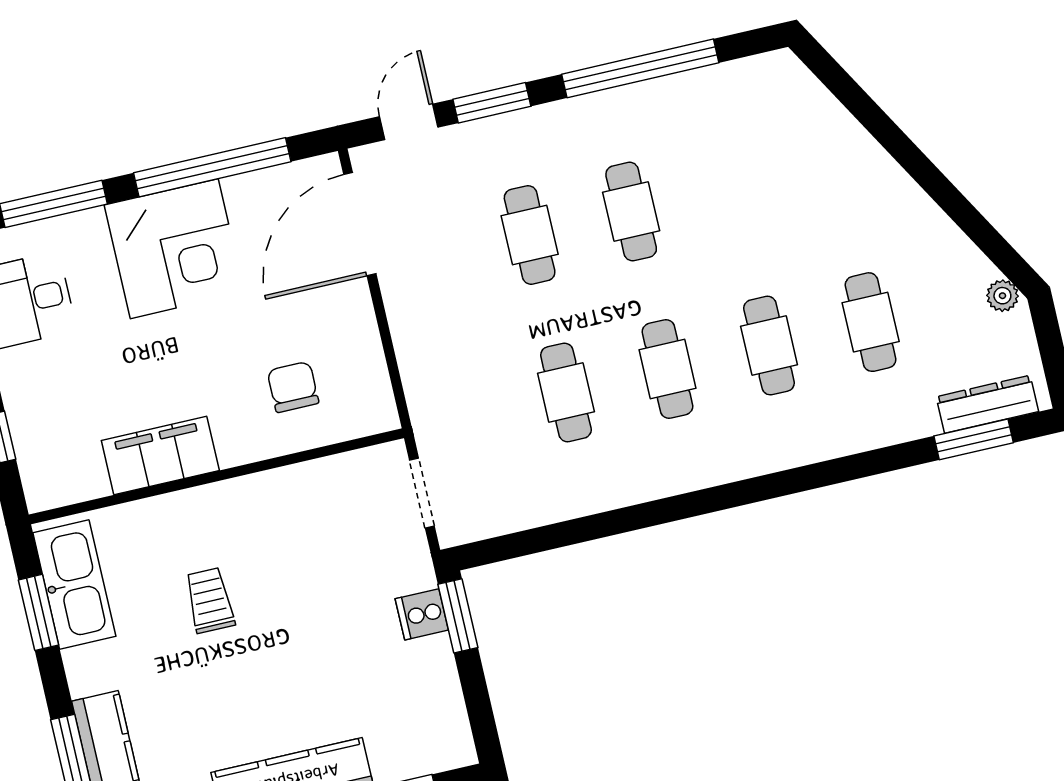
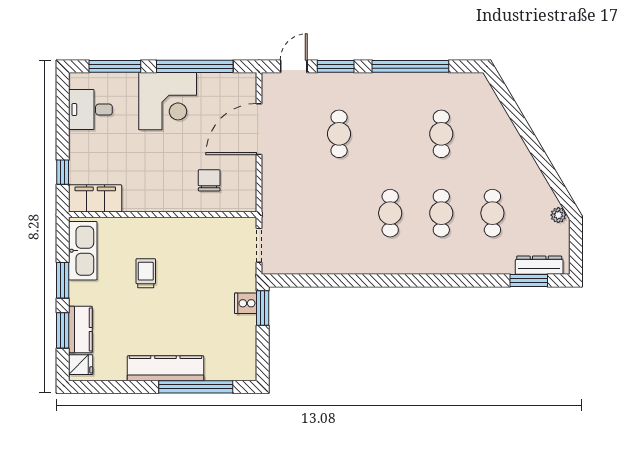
cafe table: (631, 212) -> (441, 134), moved
door: (360, 224) -> (259, 129), moved
cafe table: (566, 392) -> (339, 213), removed
filing cabinet: (160, 455) -> (95, 198), moved
window: (39, 612) -> (63, 280), moved

